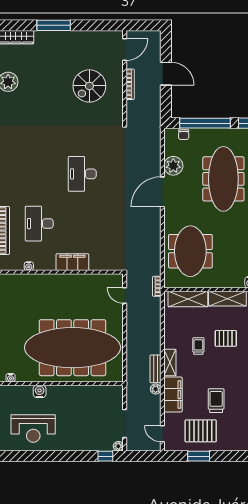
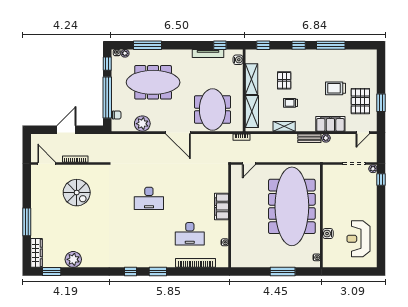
door: (162, 192) -> (178, 133), moved
meeting table: (190, 251) -> (213, 109), turned 90
shelving: (170, 363) -> (284, 126), moved
reception desk: (33, 429) -> (358, 239), turned 180

